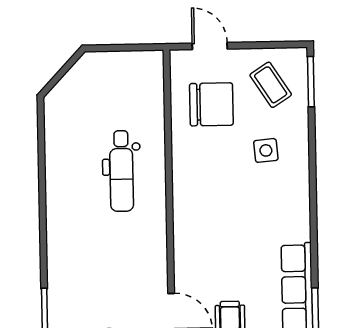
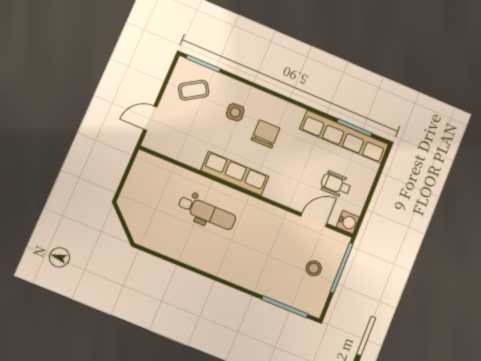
chair: (211, 104) -> (266, 134), moved, width x0.73, depth x0.73
row of seats: (187, 185) -> (235, 173), added

